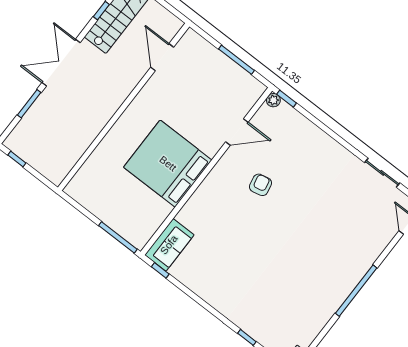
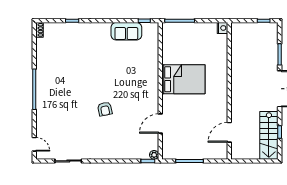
door: (162, 57) -> (229, 132), swing flipped
bed: (168, 164) -> (183, 79), width x0.73
armchair: (261, 185) -> (105, 109), moved
nightstand: (73, 189) -> (222, 28), added
sofa: (169, 245) -> (126, 31), moved, turned -90

